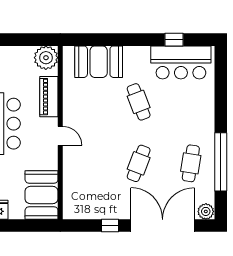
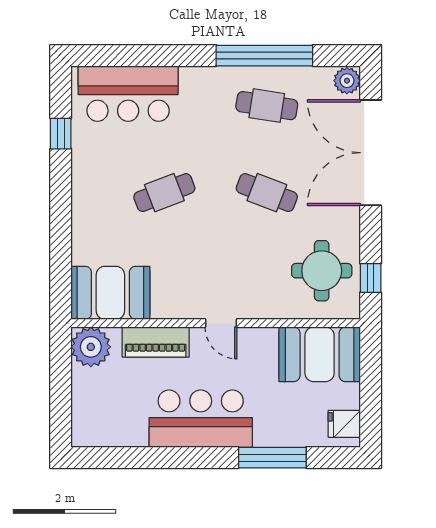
booth: (99, 62) -> (110, 293), moved, turned 90
bar counter: (181, 62) -> (128, 94), moved, turned 90
door: (60, 136) -> (221, 323), swing flipped
round table: (92, 196) -> (322, 271), added
window: (110, 226) -> (371, 278), moved

